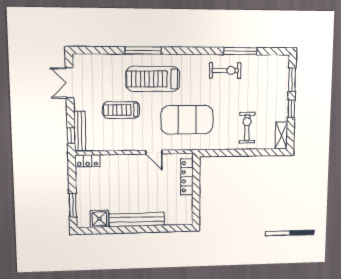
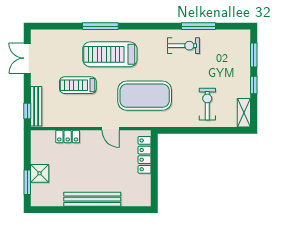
locker: (87, 161) -> (68, 137), moved
shower: (99, 219) -> (40, 173), moved

